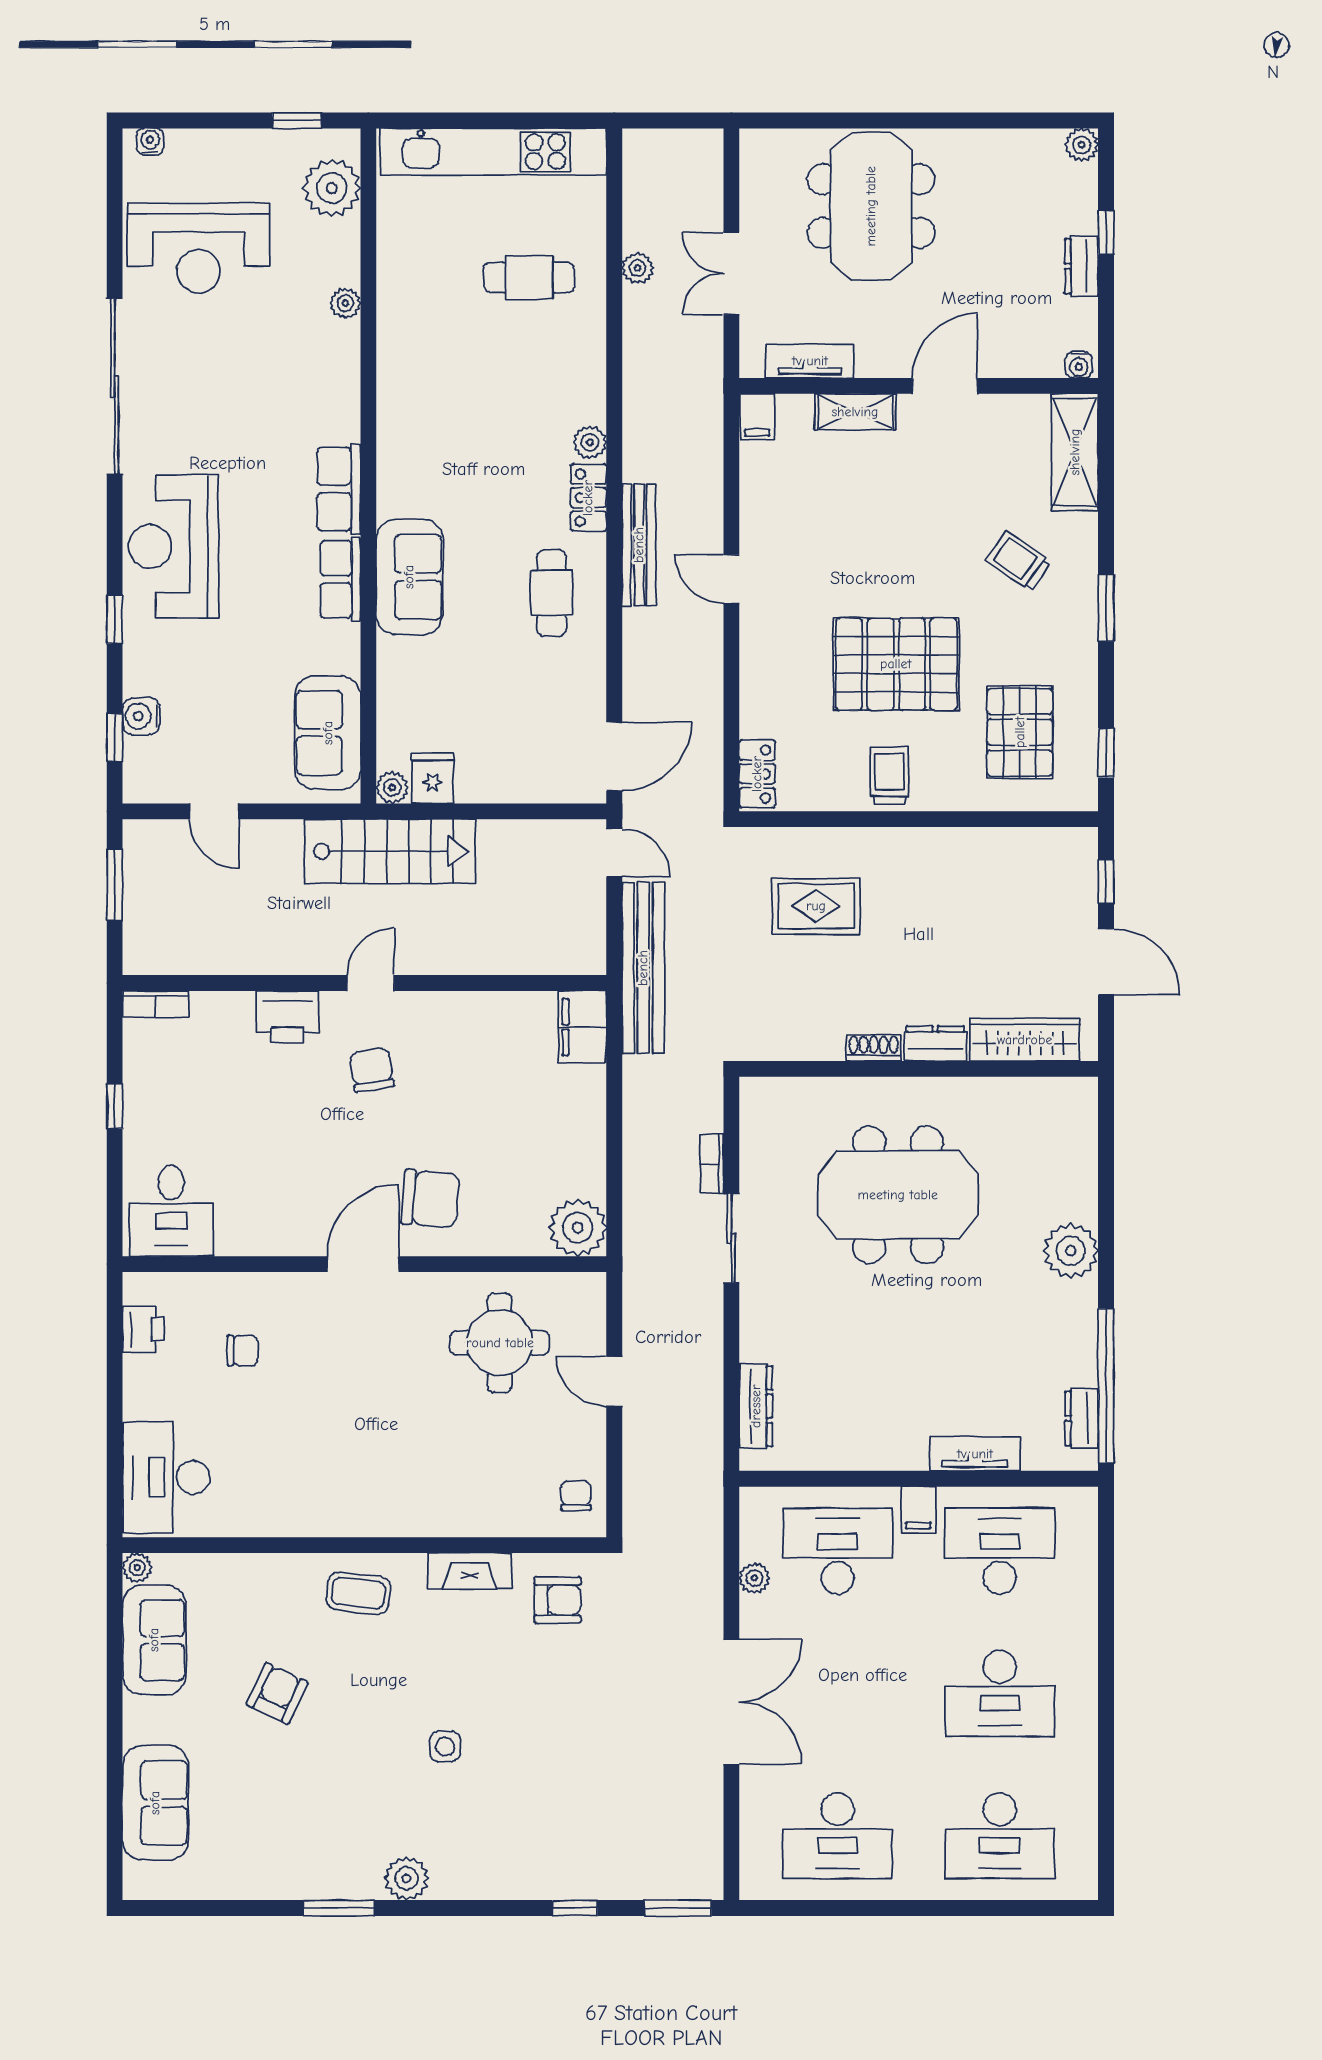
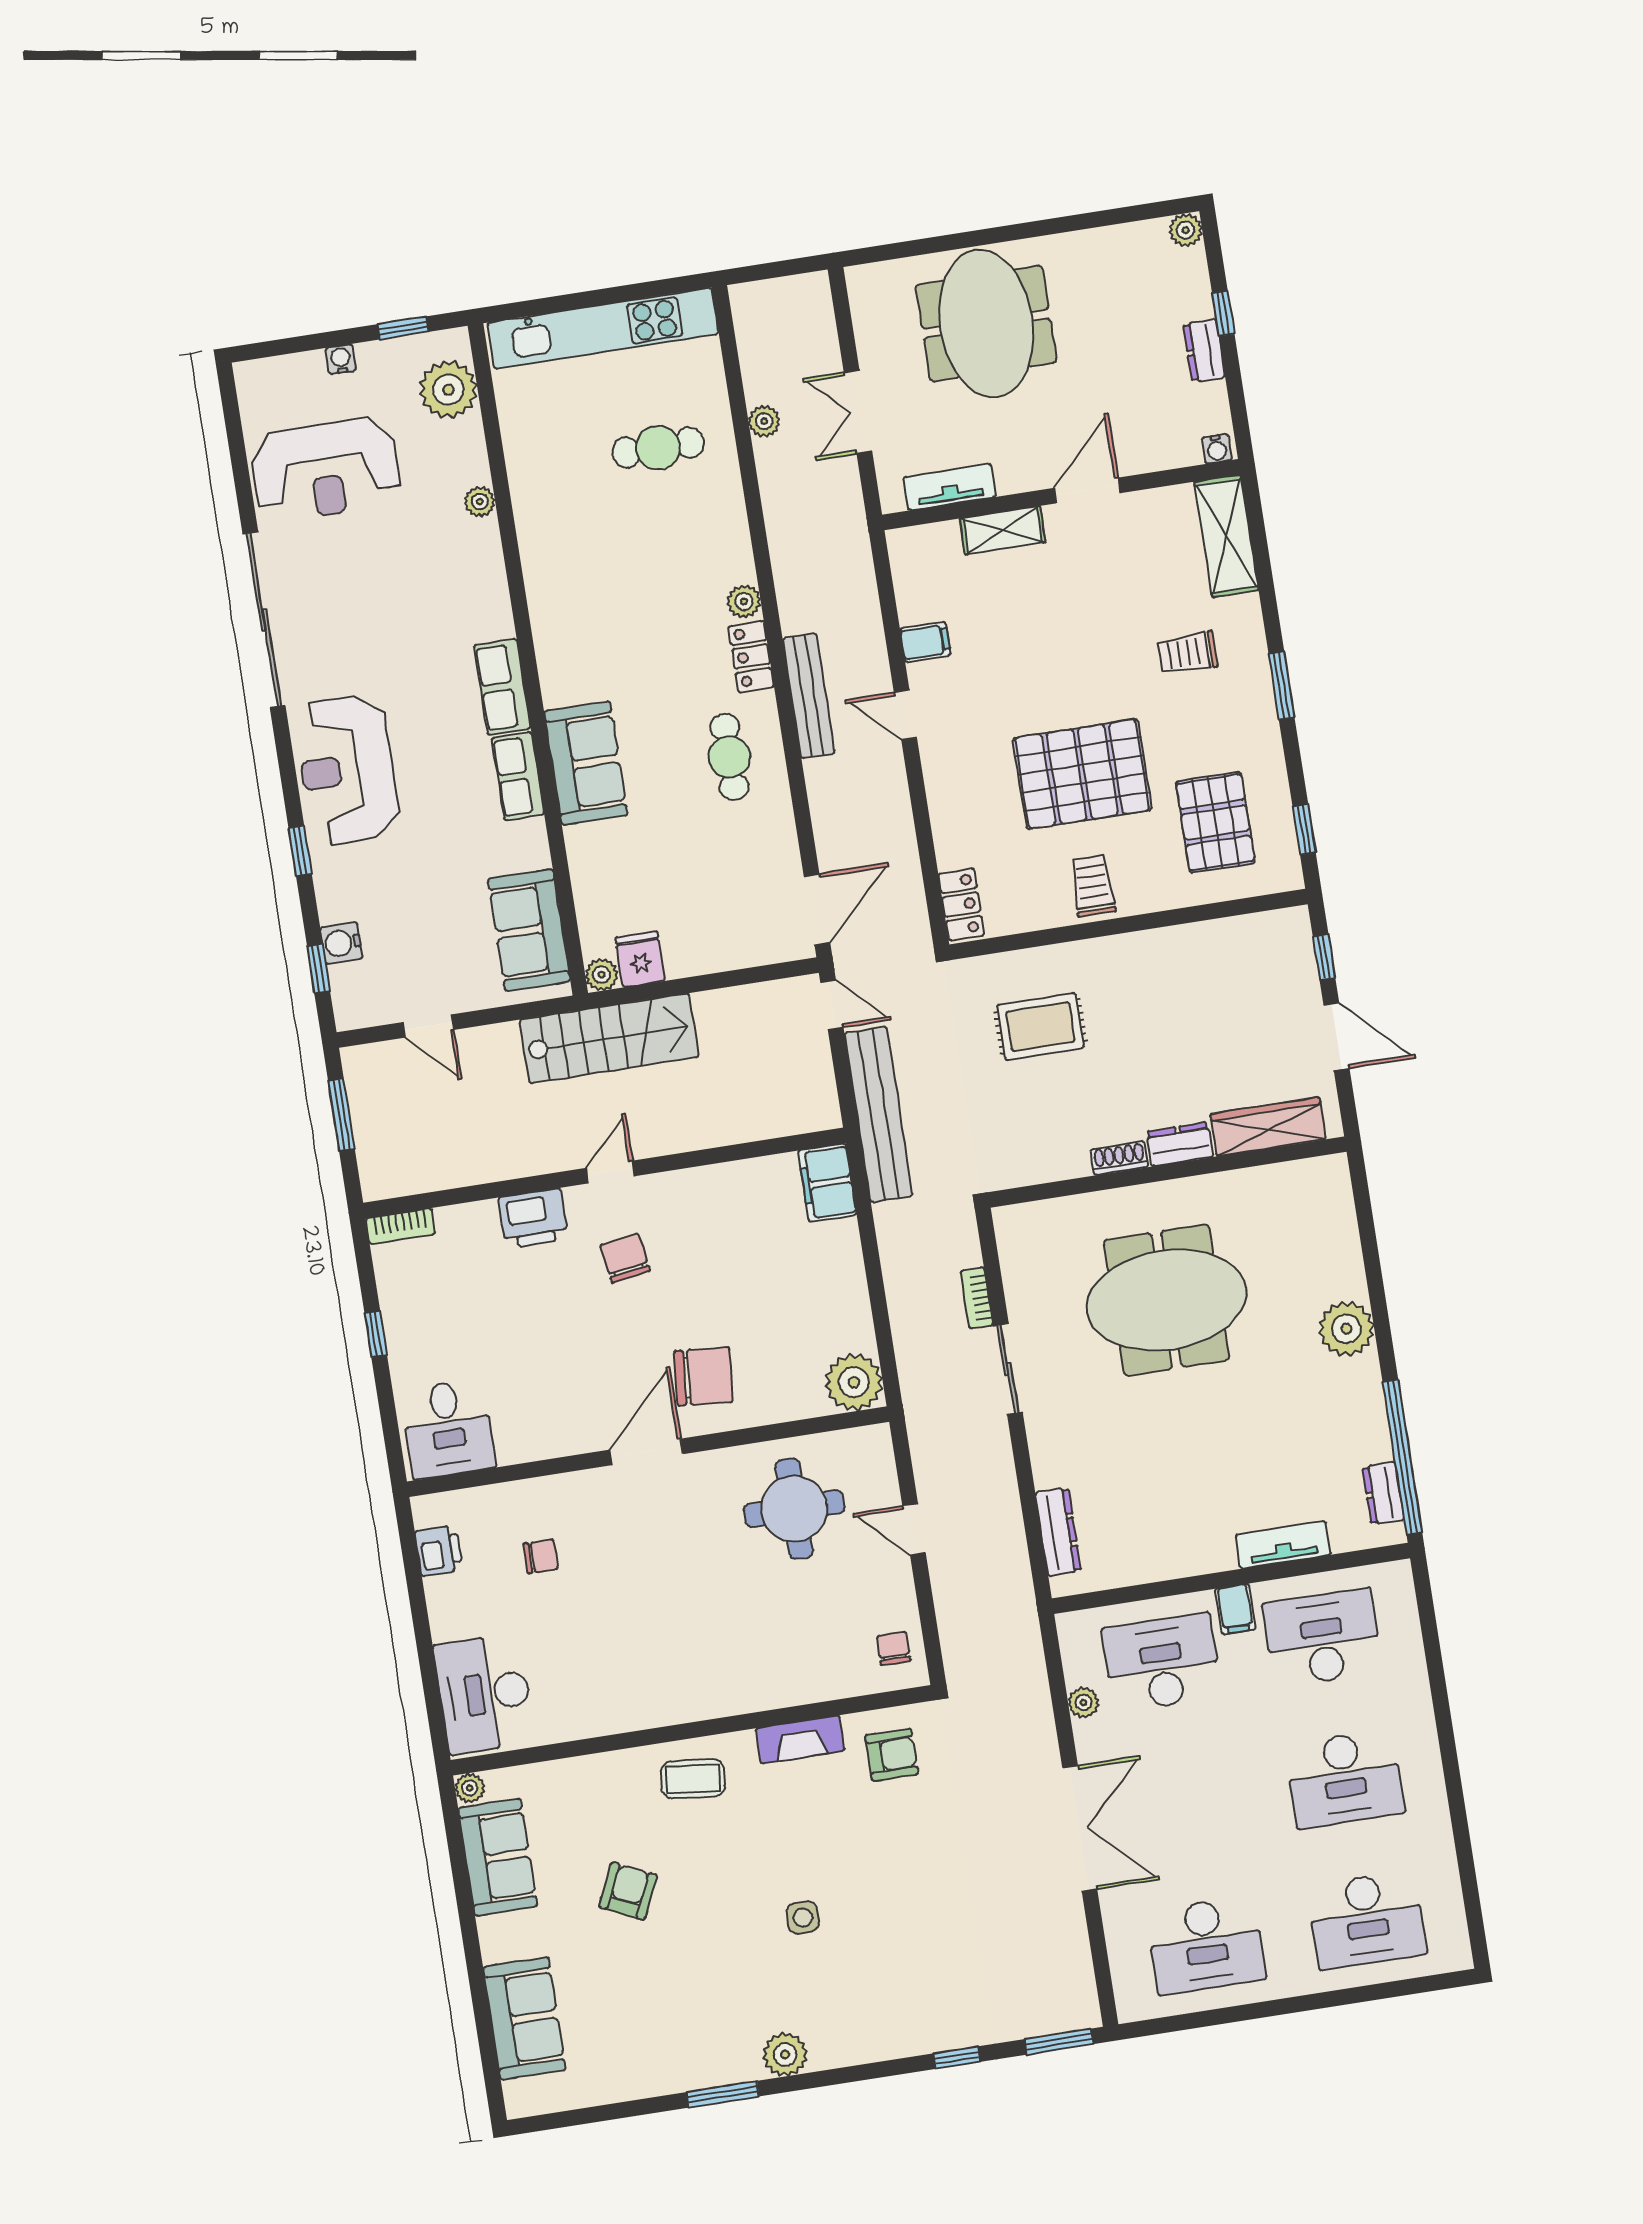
water cooler: (150, 142) -> (341, 359), moved
filing cabinet: (757, 417) -> (925, 642), moved, turned -90
trolley: (1018, 561) -> (1187, 653), turned -35

